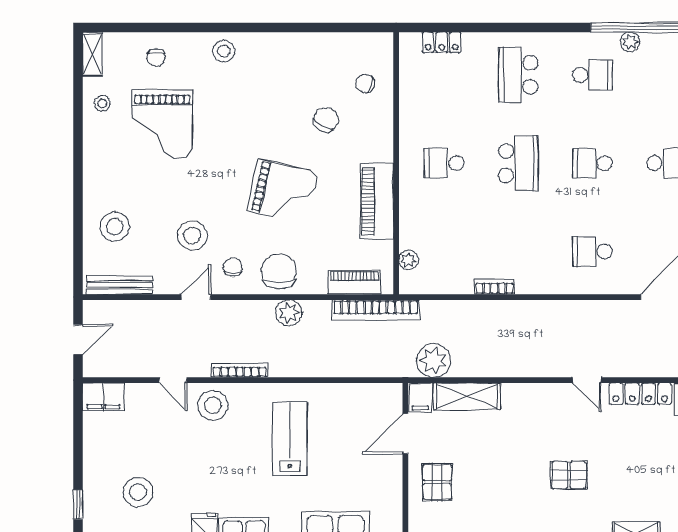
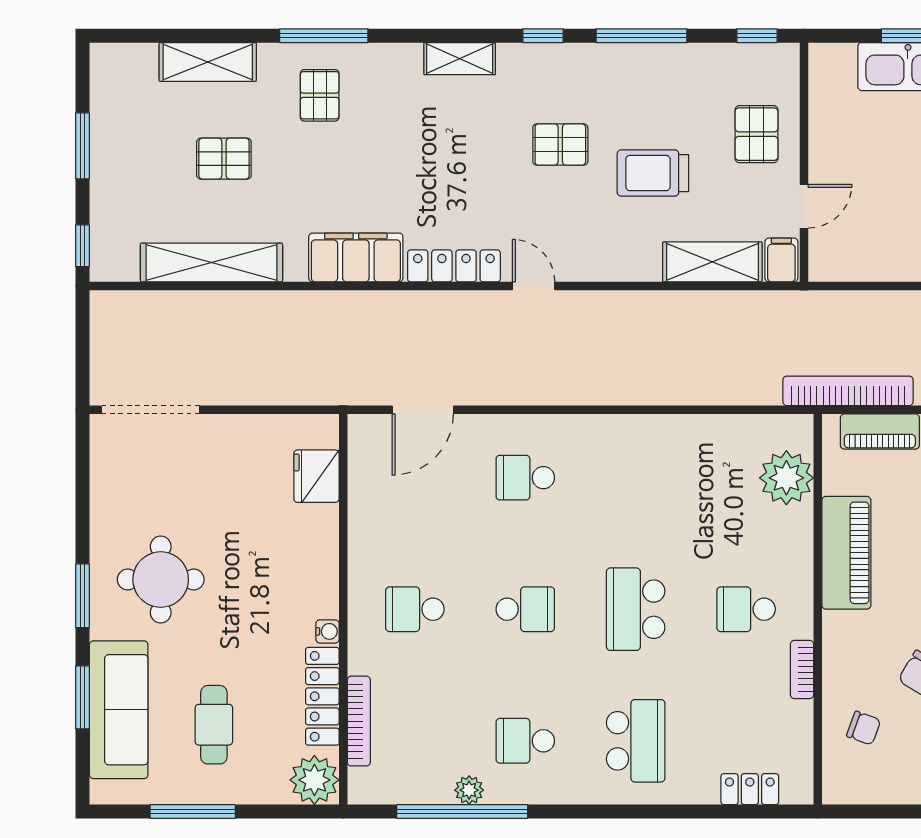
school desk: (444, 163) -> (746, 609), turned 180
school desk: (592, 251) -> (525, 478), turned 180
plant: (409, 260) -> (786, 478), width x1.88, depth x1.88
bookcase: (494, 286) -> (802, 669), moved, turned 90
plant: (433, 360) -> (762, 315), removed
door: (405, 434) -> (804, 206), width x0.73
trolley: (507, 456) -> (653, 173), added

